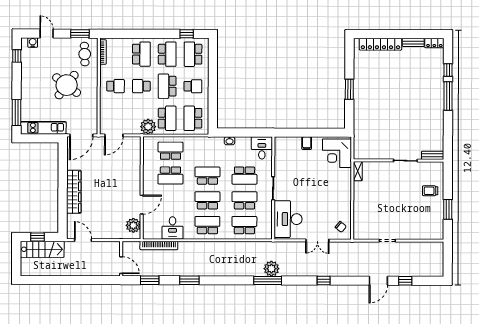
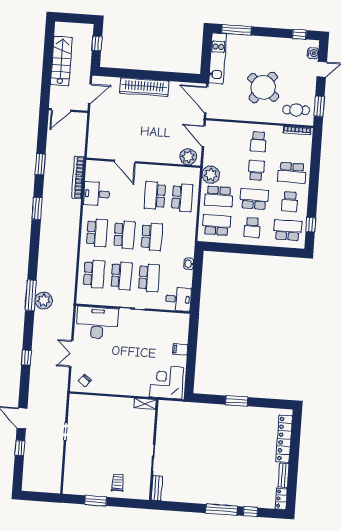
school desk: (167, 54) -> (290, 201), width x0.54
school desk: (245, 176) -> (149, 278), turned 180
plant: (133, 225) -> (188, 157), moved
stairs: (42, 249) -> (61, 61), moved, turned 180
wall: (121, 259) -> (68, 110), moved
door: (121, 265) -> (61, 110), moved

